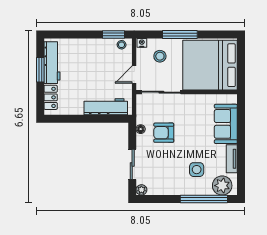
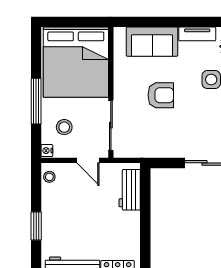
window: (114, 34) -> (36, 226), moved
workbench: (106, 107) -> (130, 190), width x0.73
floor lamp: (141, 129) -> (159, 152), removed
armchair: (164, 133) -> (161, 95), moved, turned -90

